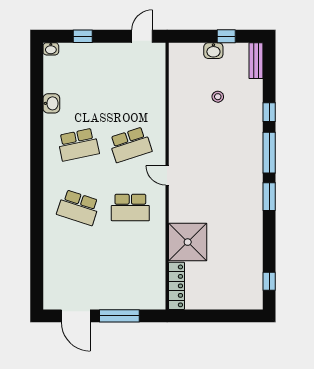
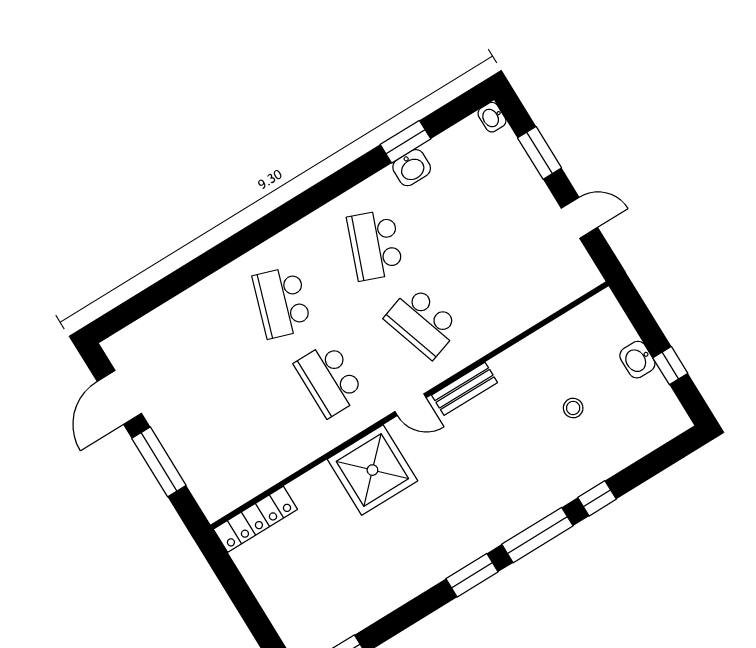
window: (83, 36) -> (540, 153), width x1.50
door: (142, 36) -> (579, 218), moved
bench: (256, 61) -> (464, 389), moved
window: (37, 99) -> (405, 142), added
school desk: (78, 145) -> (375, 245), turned 33
door: (167, 175) -> (411, 405), swing flipped
shower: (188, 242) -> (372, 470), moved

